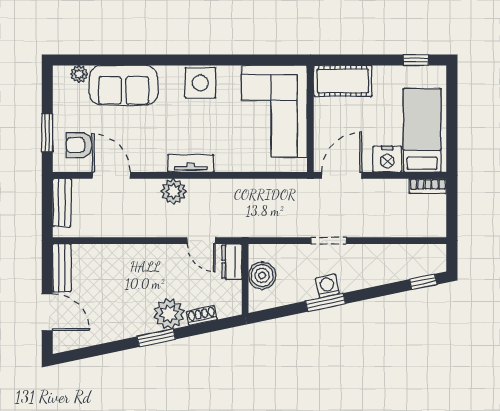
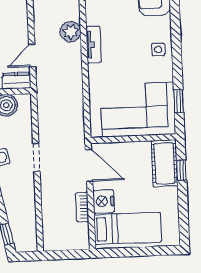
window: (266, 60) -> (179, 101), added
window: (416, 60) -> (182, 170), moved
side table: (200, 83) -> (158, 49), width x0.54, depth x0.54
bookcase: (428, 186) -> (82, 207), moved

